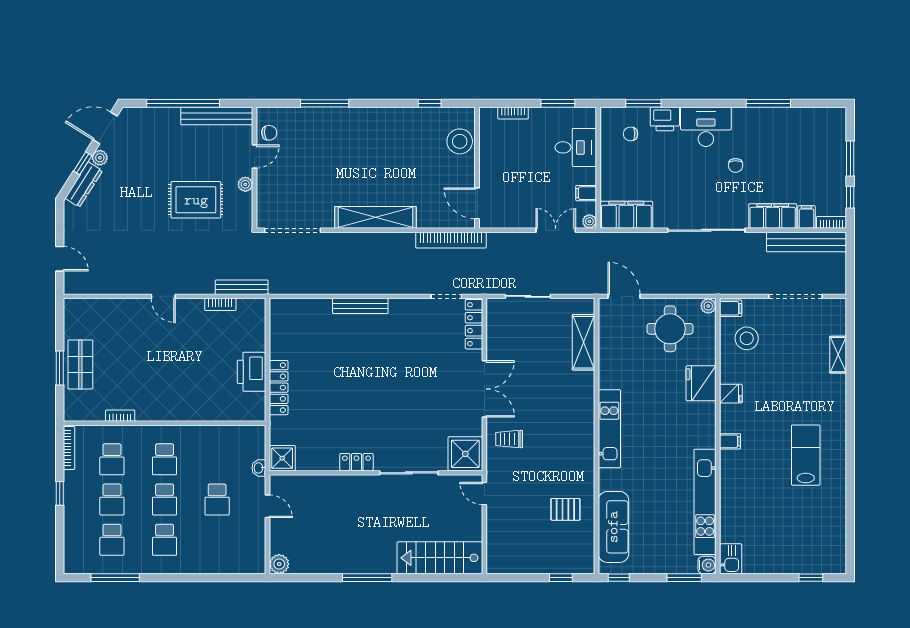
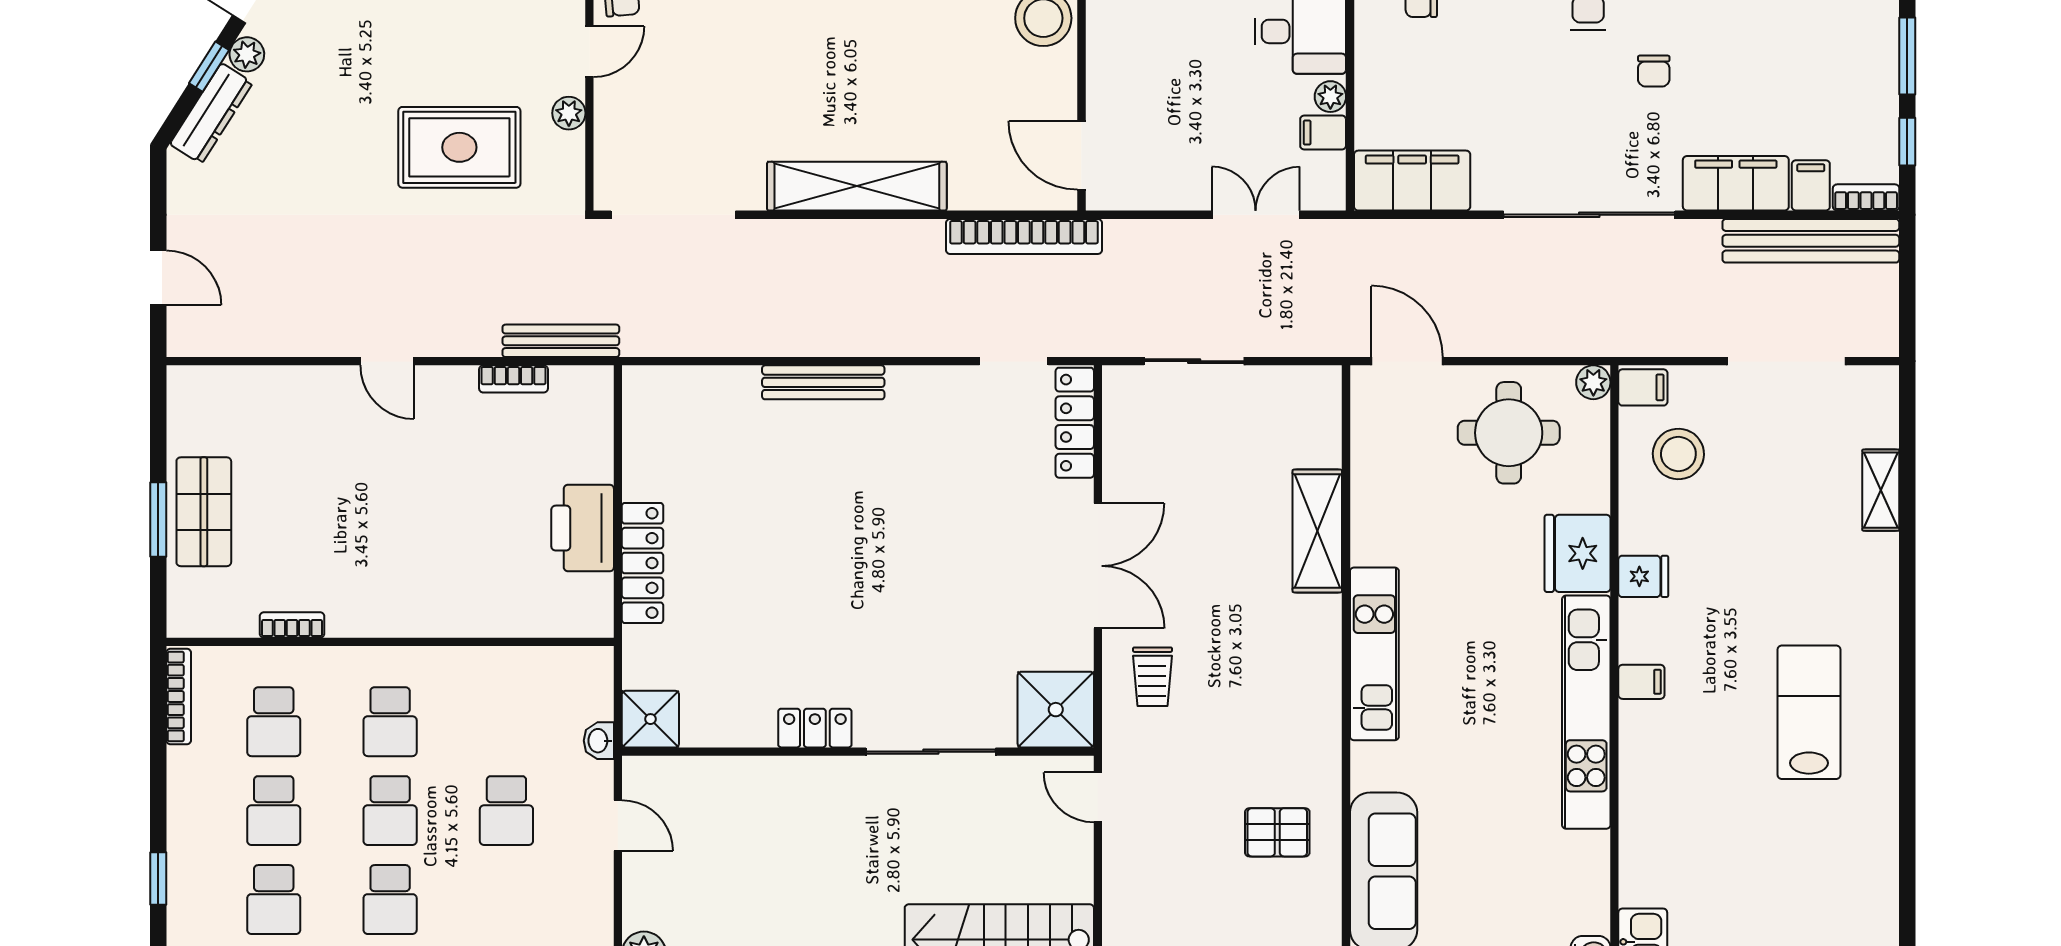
plant: (589, 221) -> (1330, 97), moved
shelving: (584, 342) -> (1317, 531), moved
trolley: (509, 439) -> (1152, 677), turned -90
window: (60, 493) -> (158, 878), moved
kitchen unit: (705, 502) -> (1586, 712), moved

